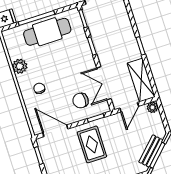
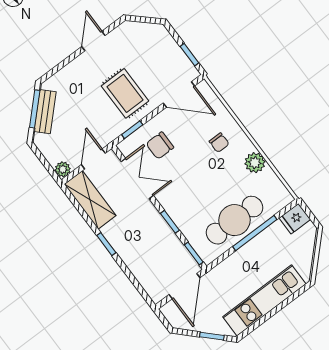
chair: (81, 100) -> (160, 146), turned 180

